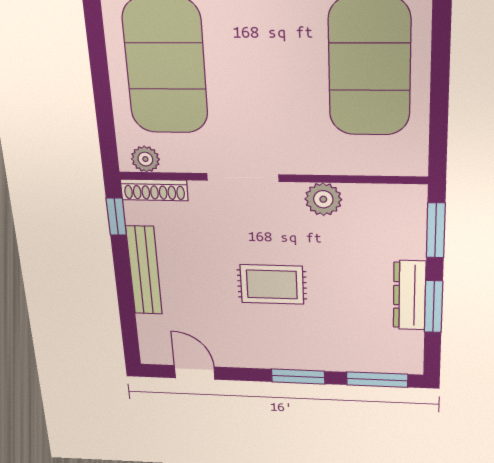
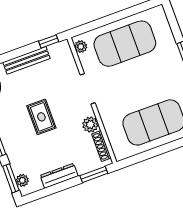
shoe rack: (154, 190) -> (101, 146), moved
window: (434, 307) -> (58, 188), removed
plant: (390, 362) -> (22, 180), added

